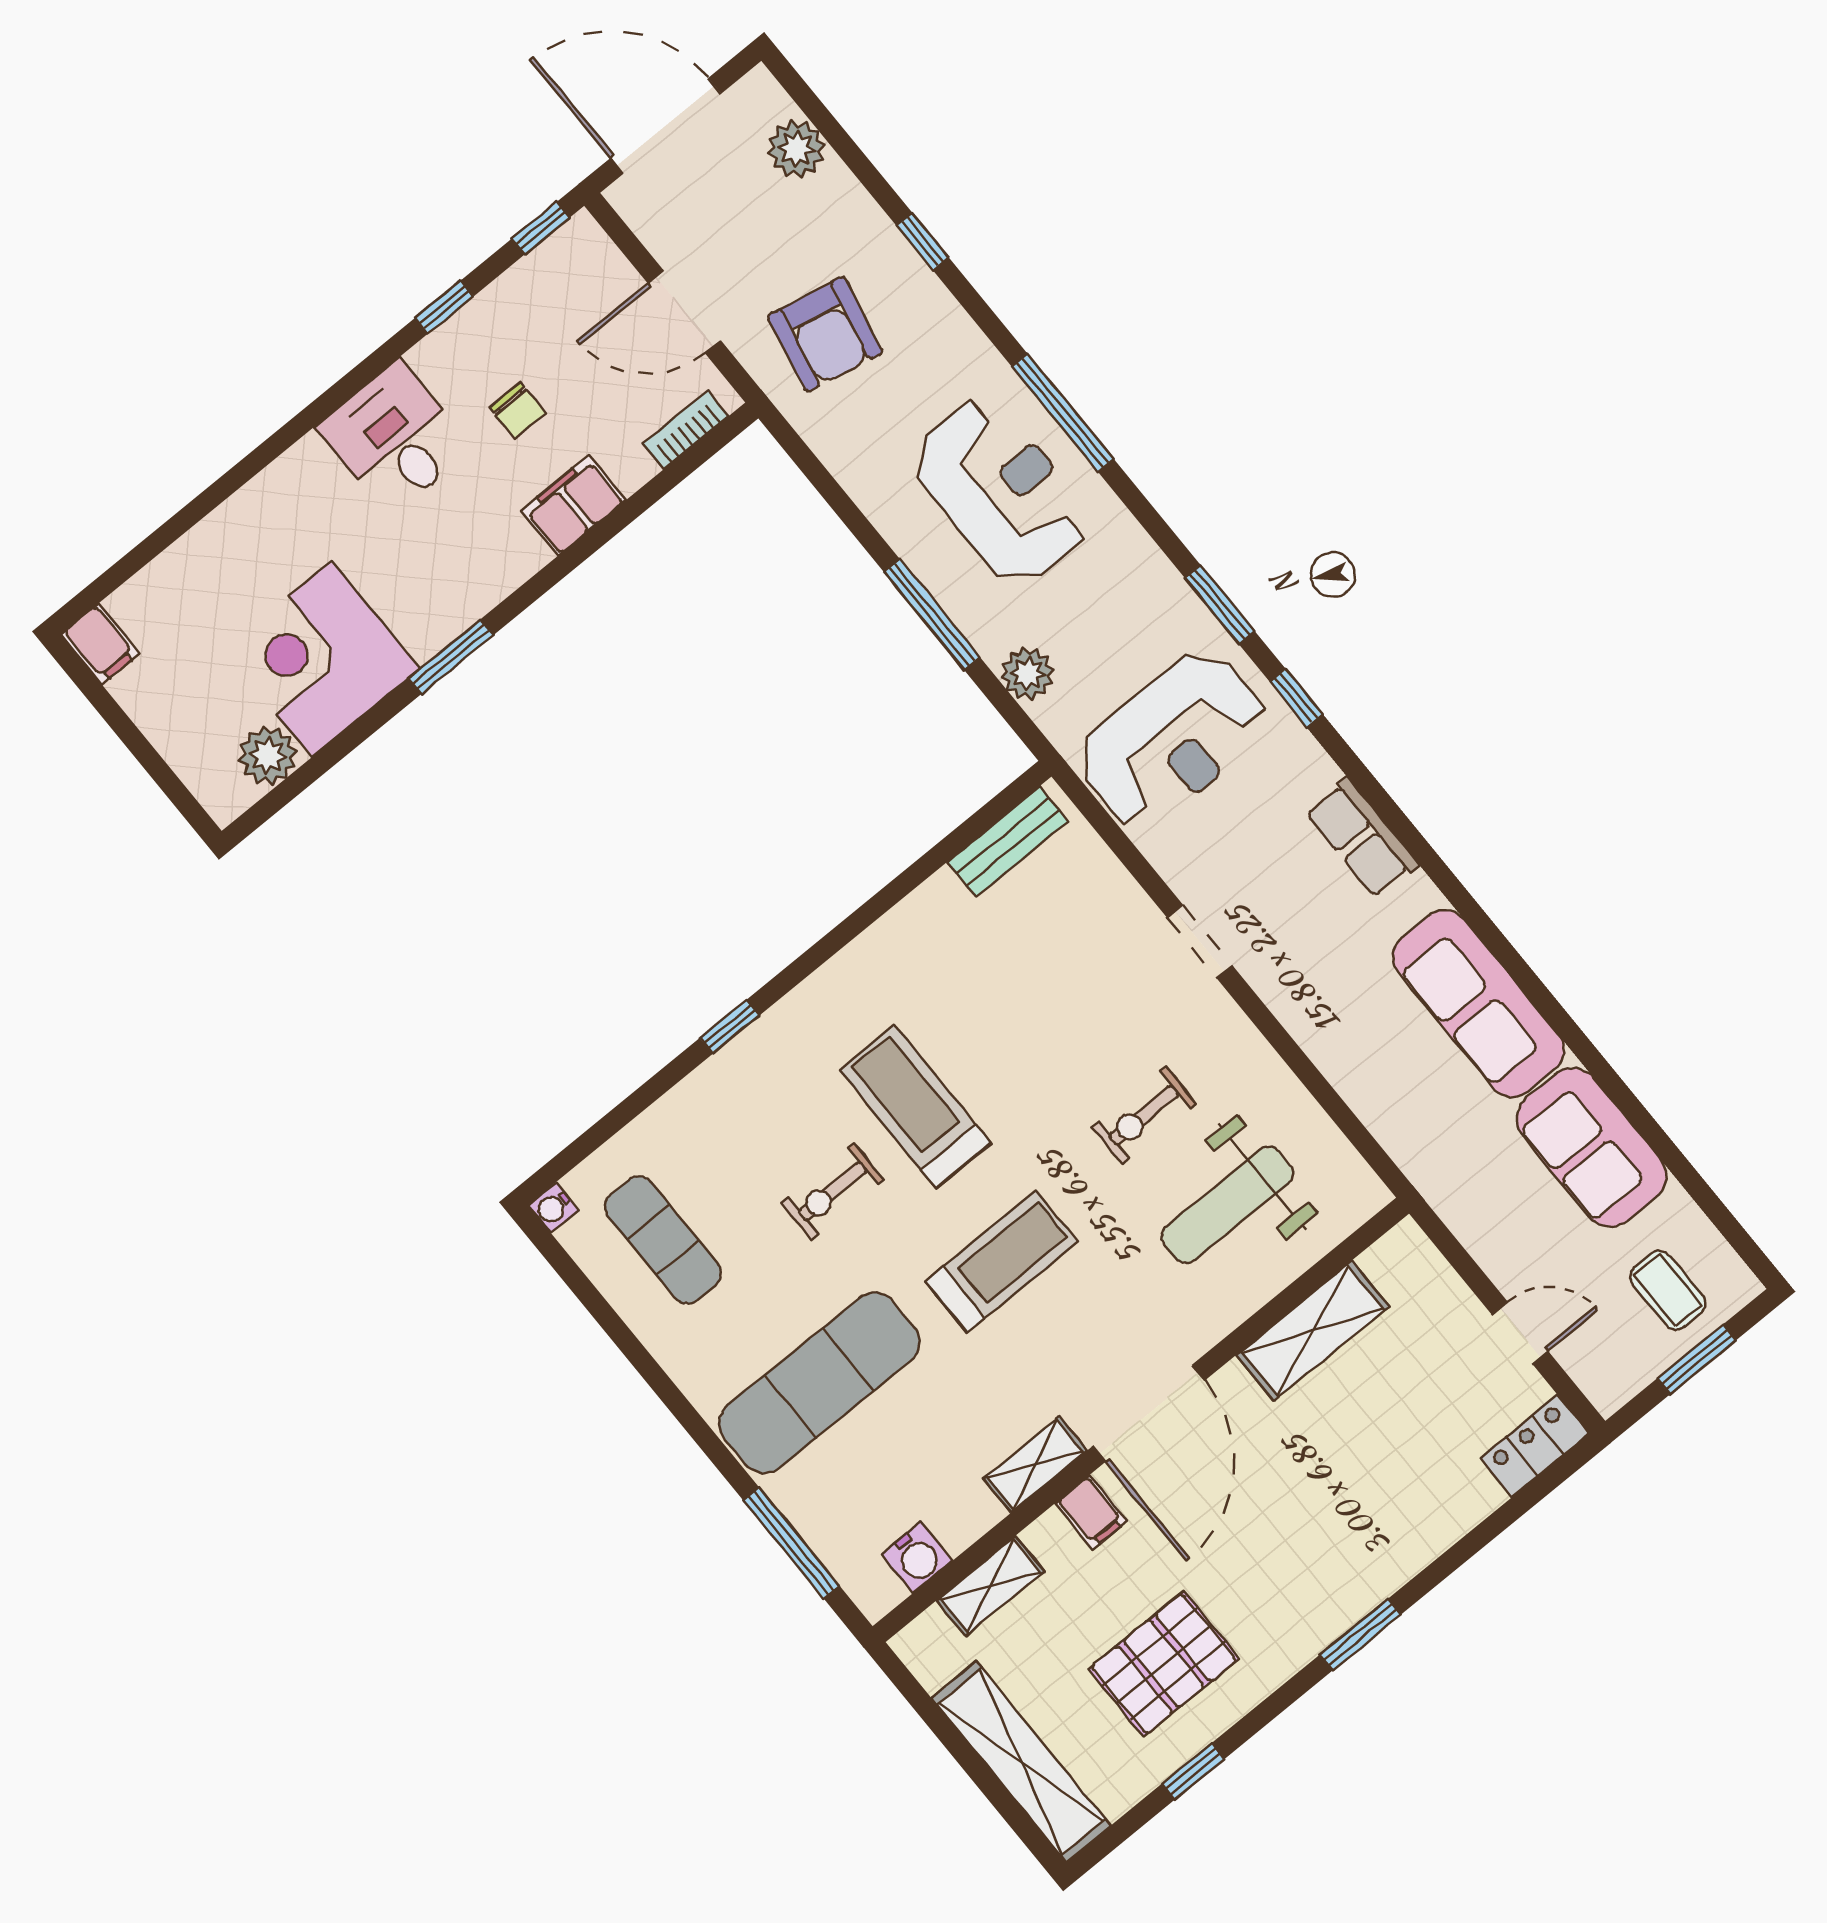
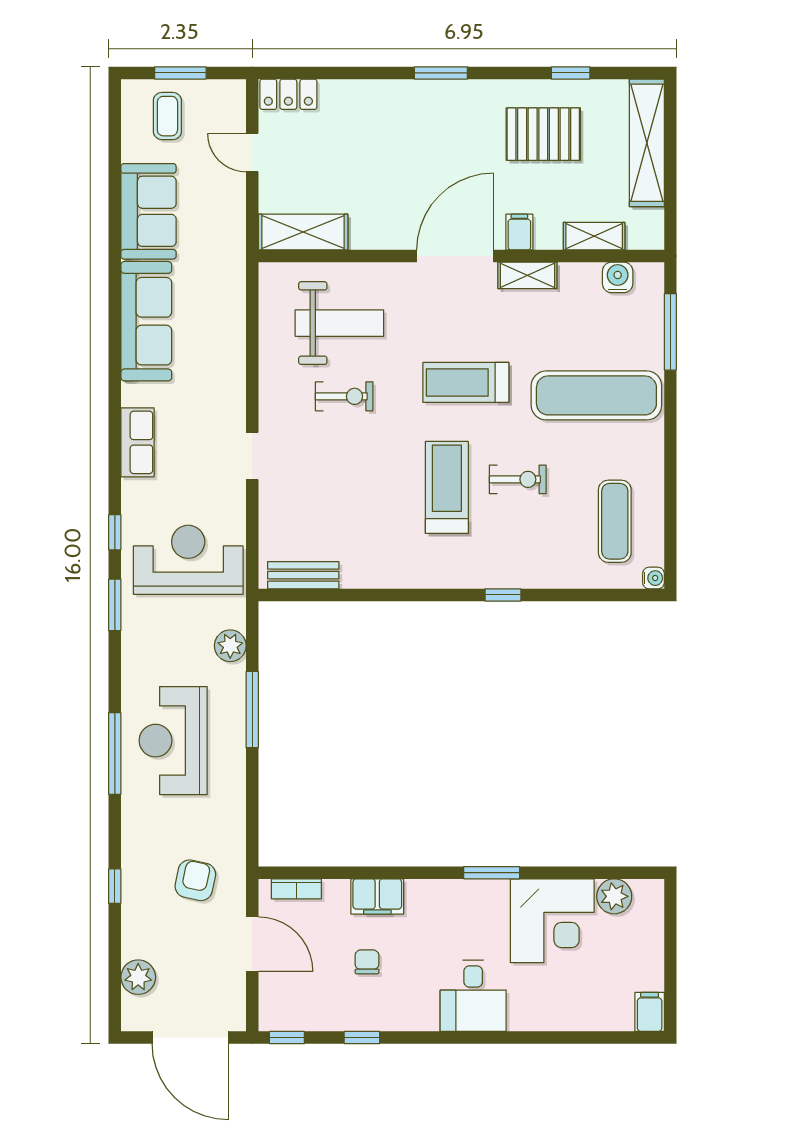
armchair: (825, 334) -> (195, 880), width x0.72, depth x0.72
desk: (395, 438) -> (473, 996), moved
treadmill: (915, 1106) -> (447, 487), turned 180
shelving: (1313, 1331) -> (303, 232), moved

